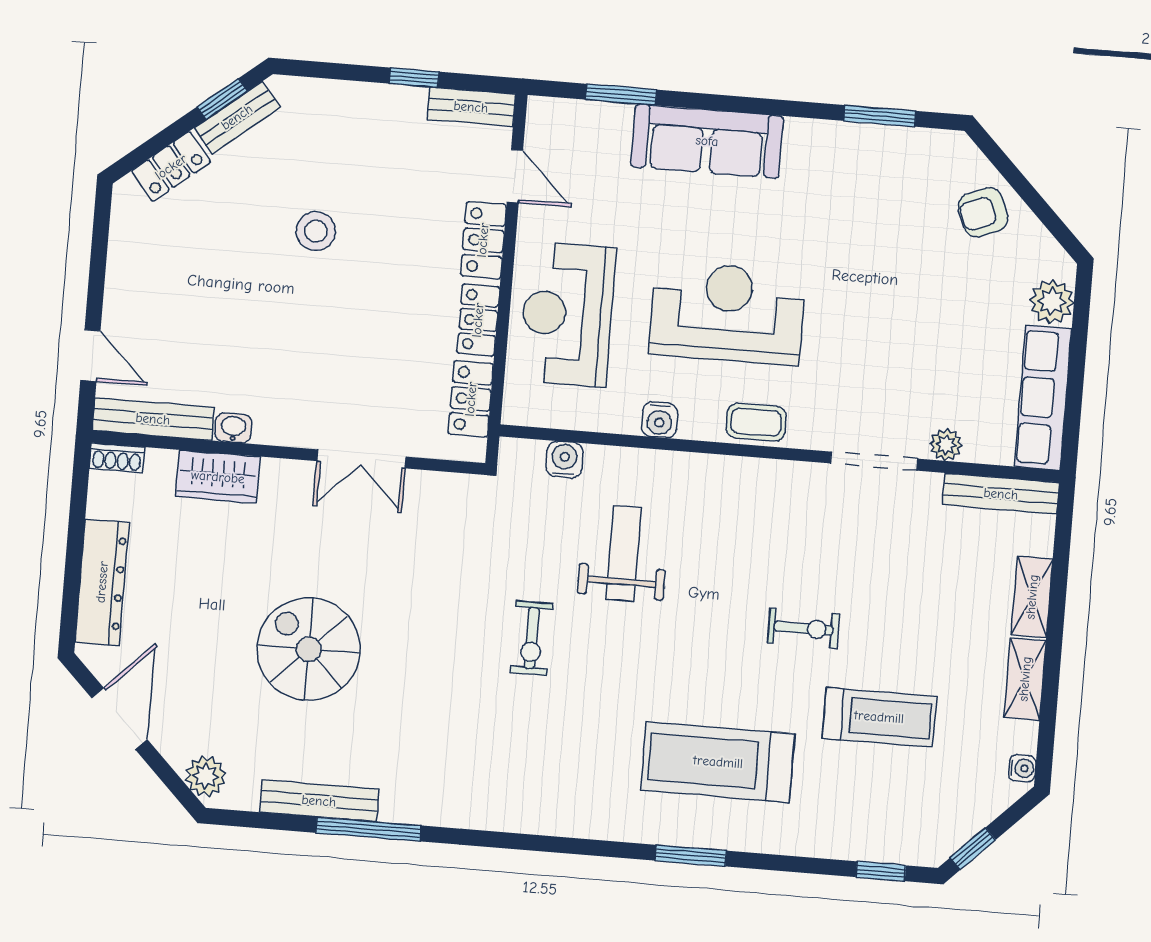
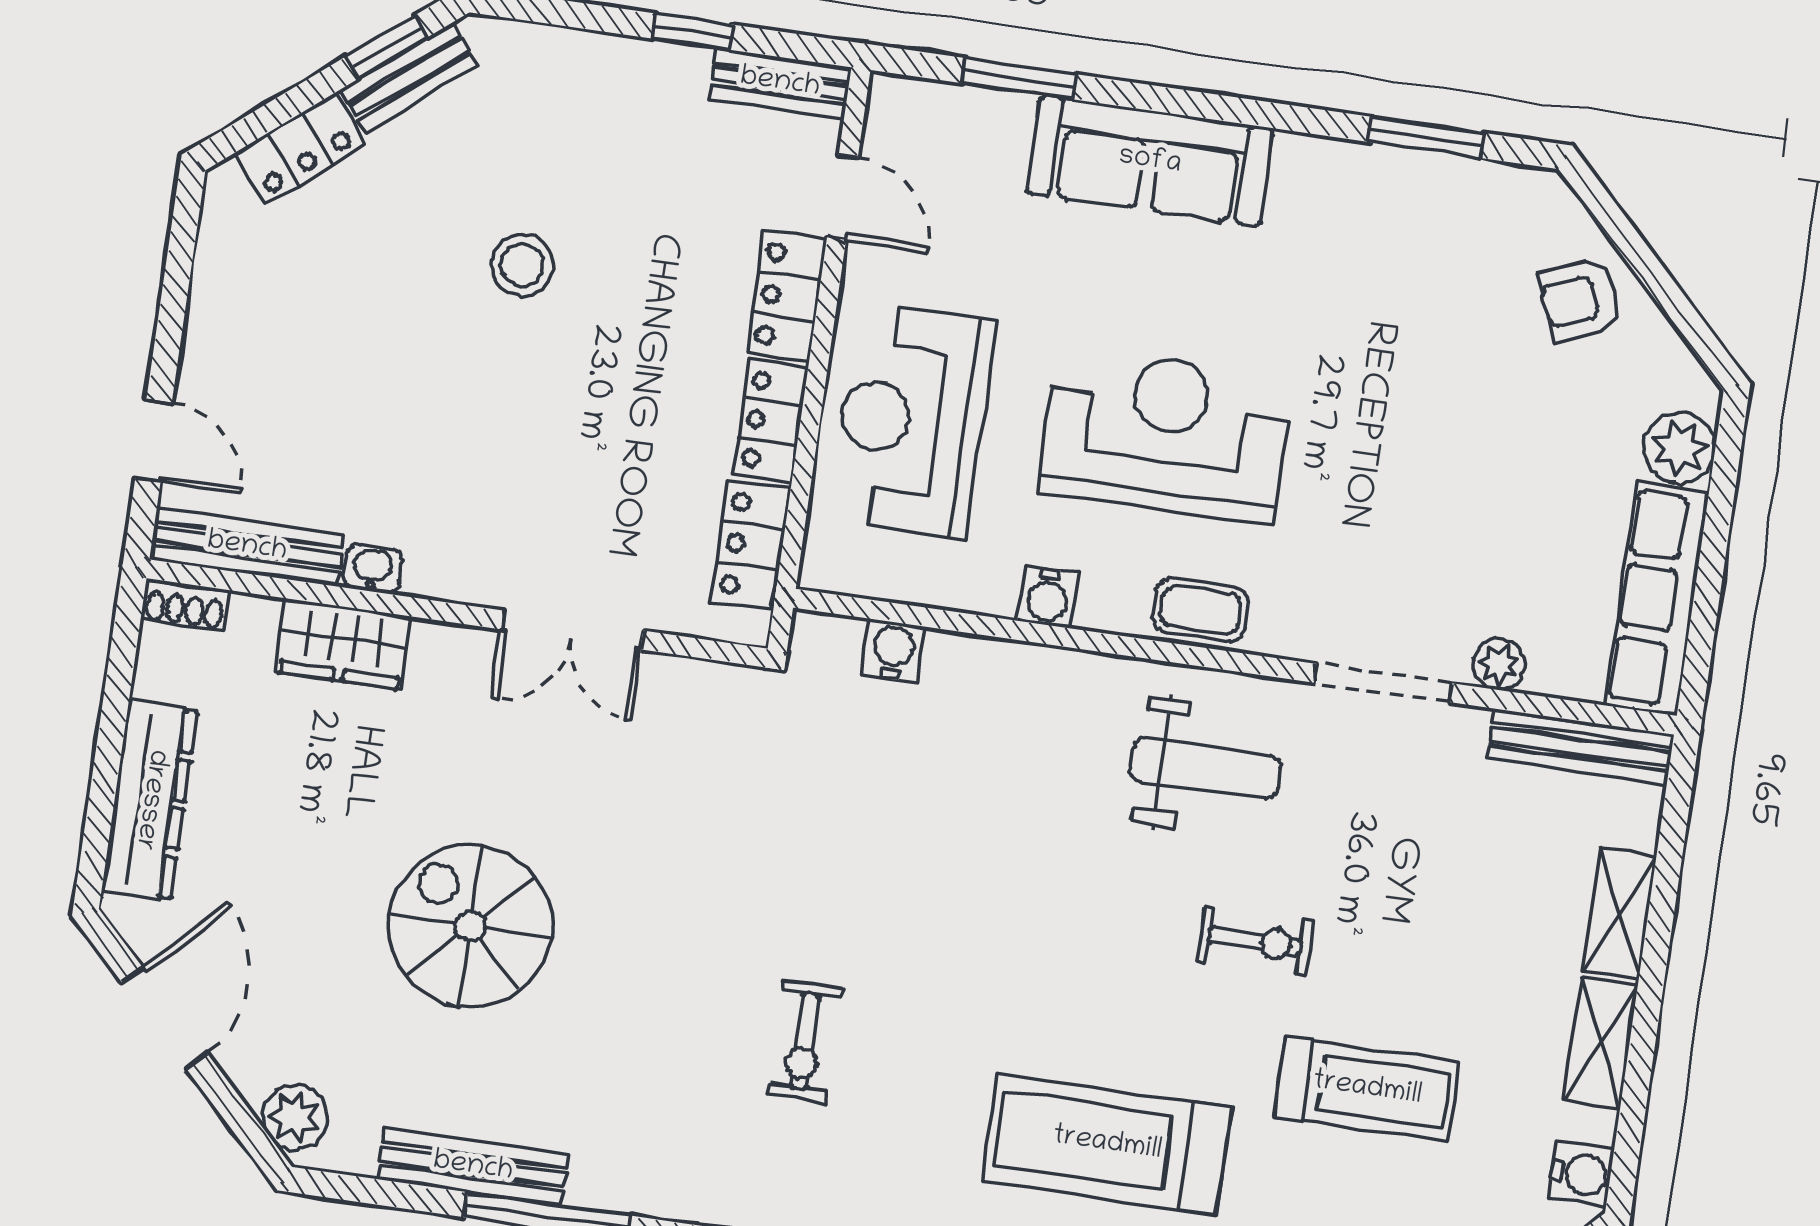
weight bench: (624, 553) -> (1206, 769), moved, turned 90
exercise bike: (532, 638) -> (805, 1041), moved
water cooler: (1022, 768) -> (1581, 1174), width x1.38, depth x1.38

